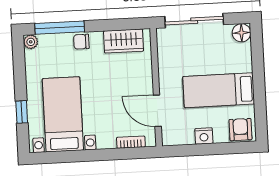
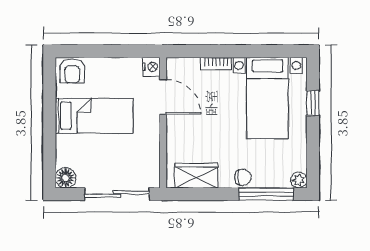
nightstand: (204, 136) -> (151, 67), moved, turned 90
bookcase: (131, 142) -> (216, 64), moved

